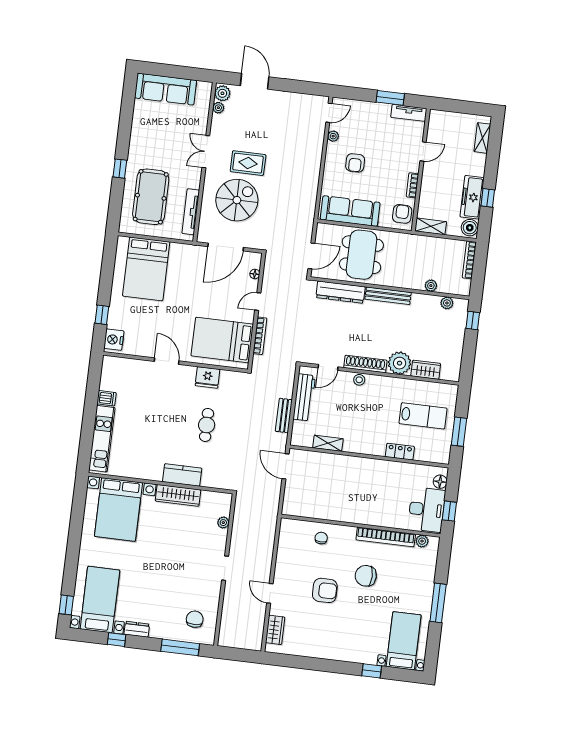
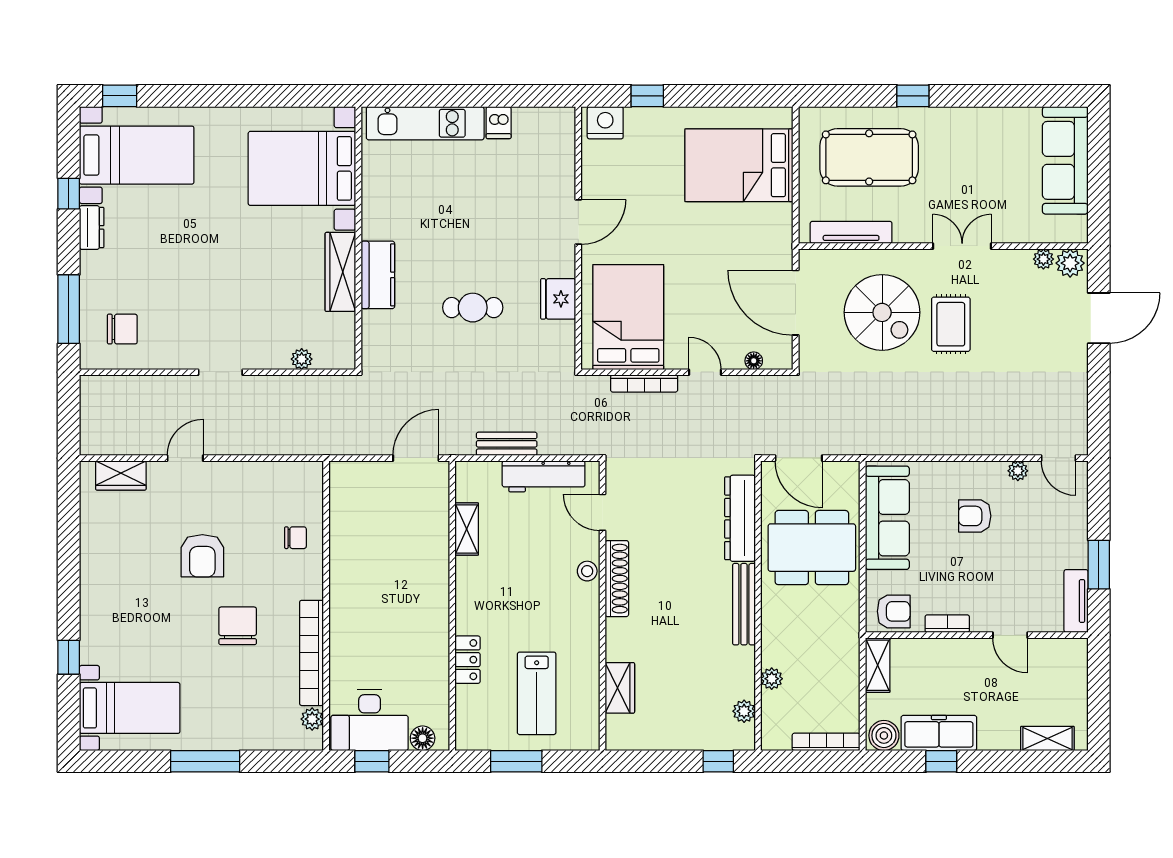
plant: (400, 363) -> (626, 640), removed

